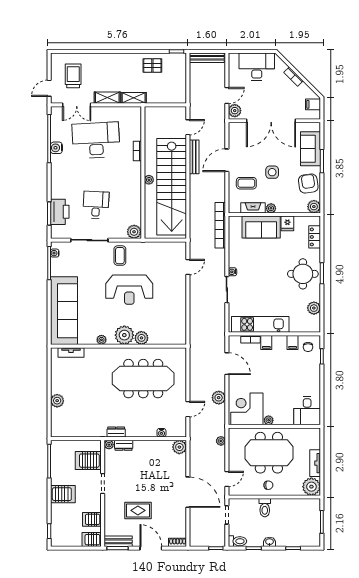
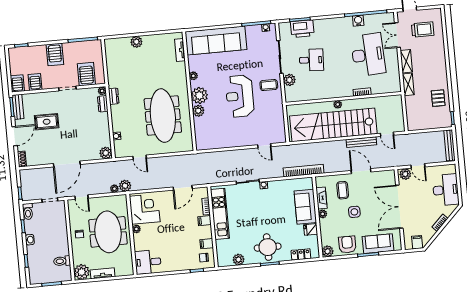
armchair: (308, 184) -> (347, 245), turned -82
plant: (134, 232) -> (289, 80), moved
plant: (219, 398) -> (125, 186), moved
toilet: (265, 508) -> (62, 261), moved
rug: (138, 510) -> (47, 122), turned 90

